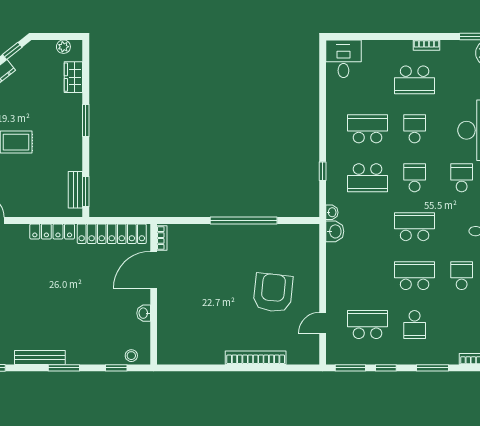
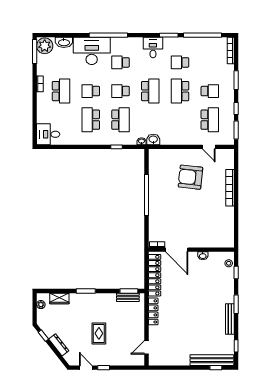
school desk: (415, 227) -> (150, 91), turned 180
school desk: (367, 325) -> (210, 120), turned 180

